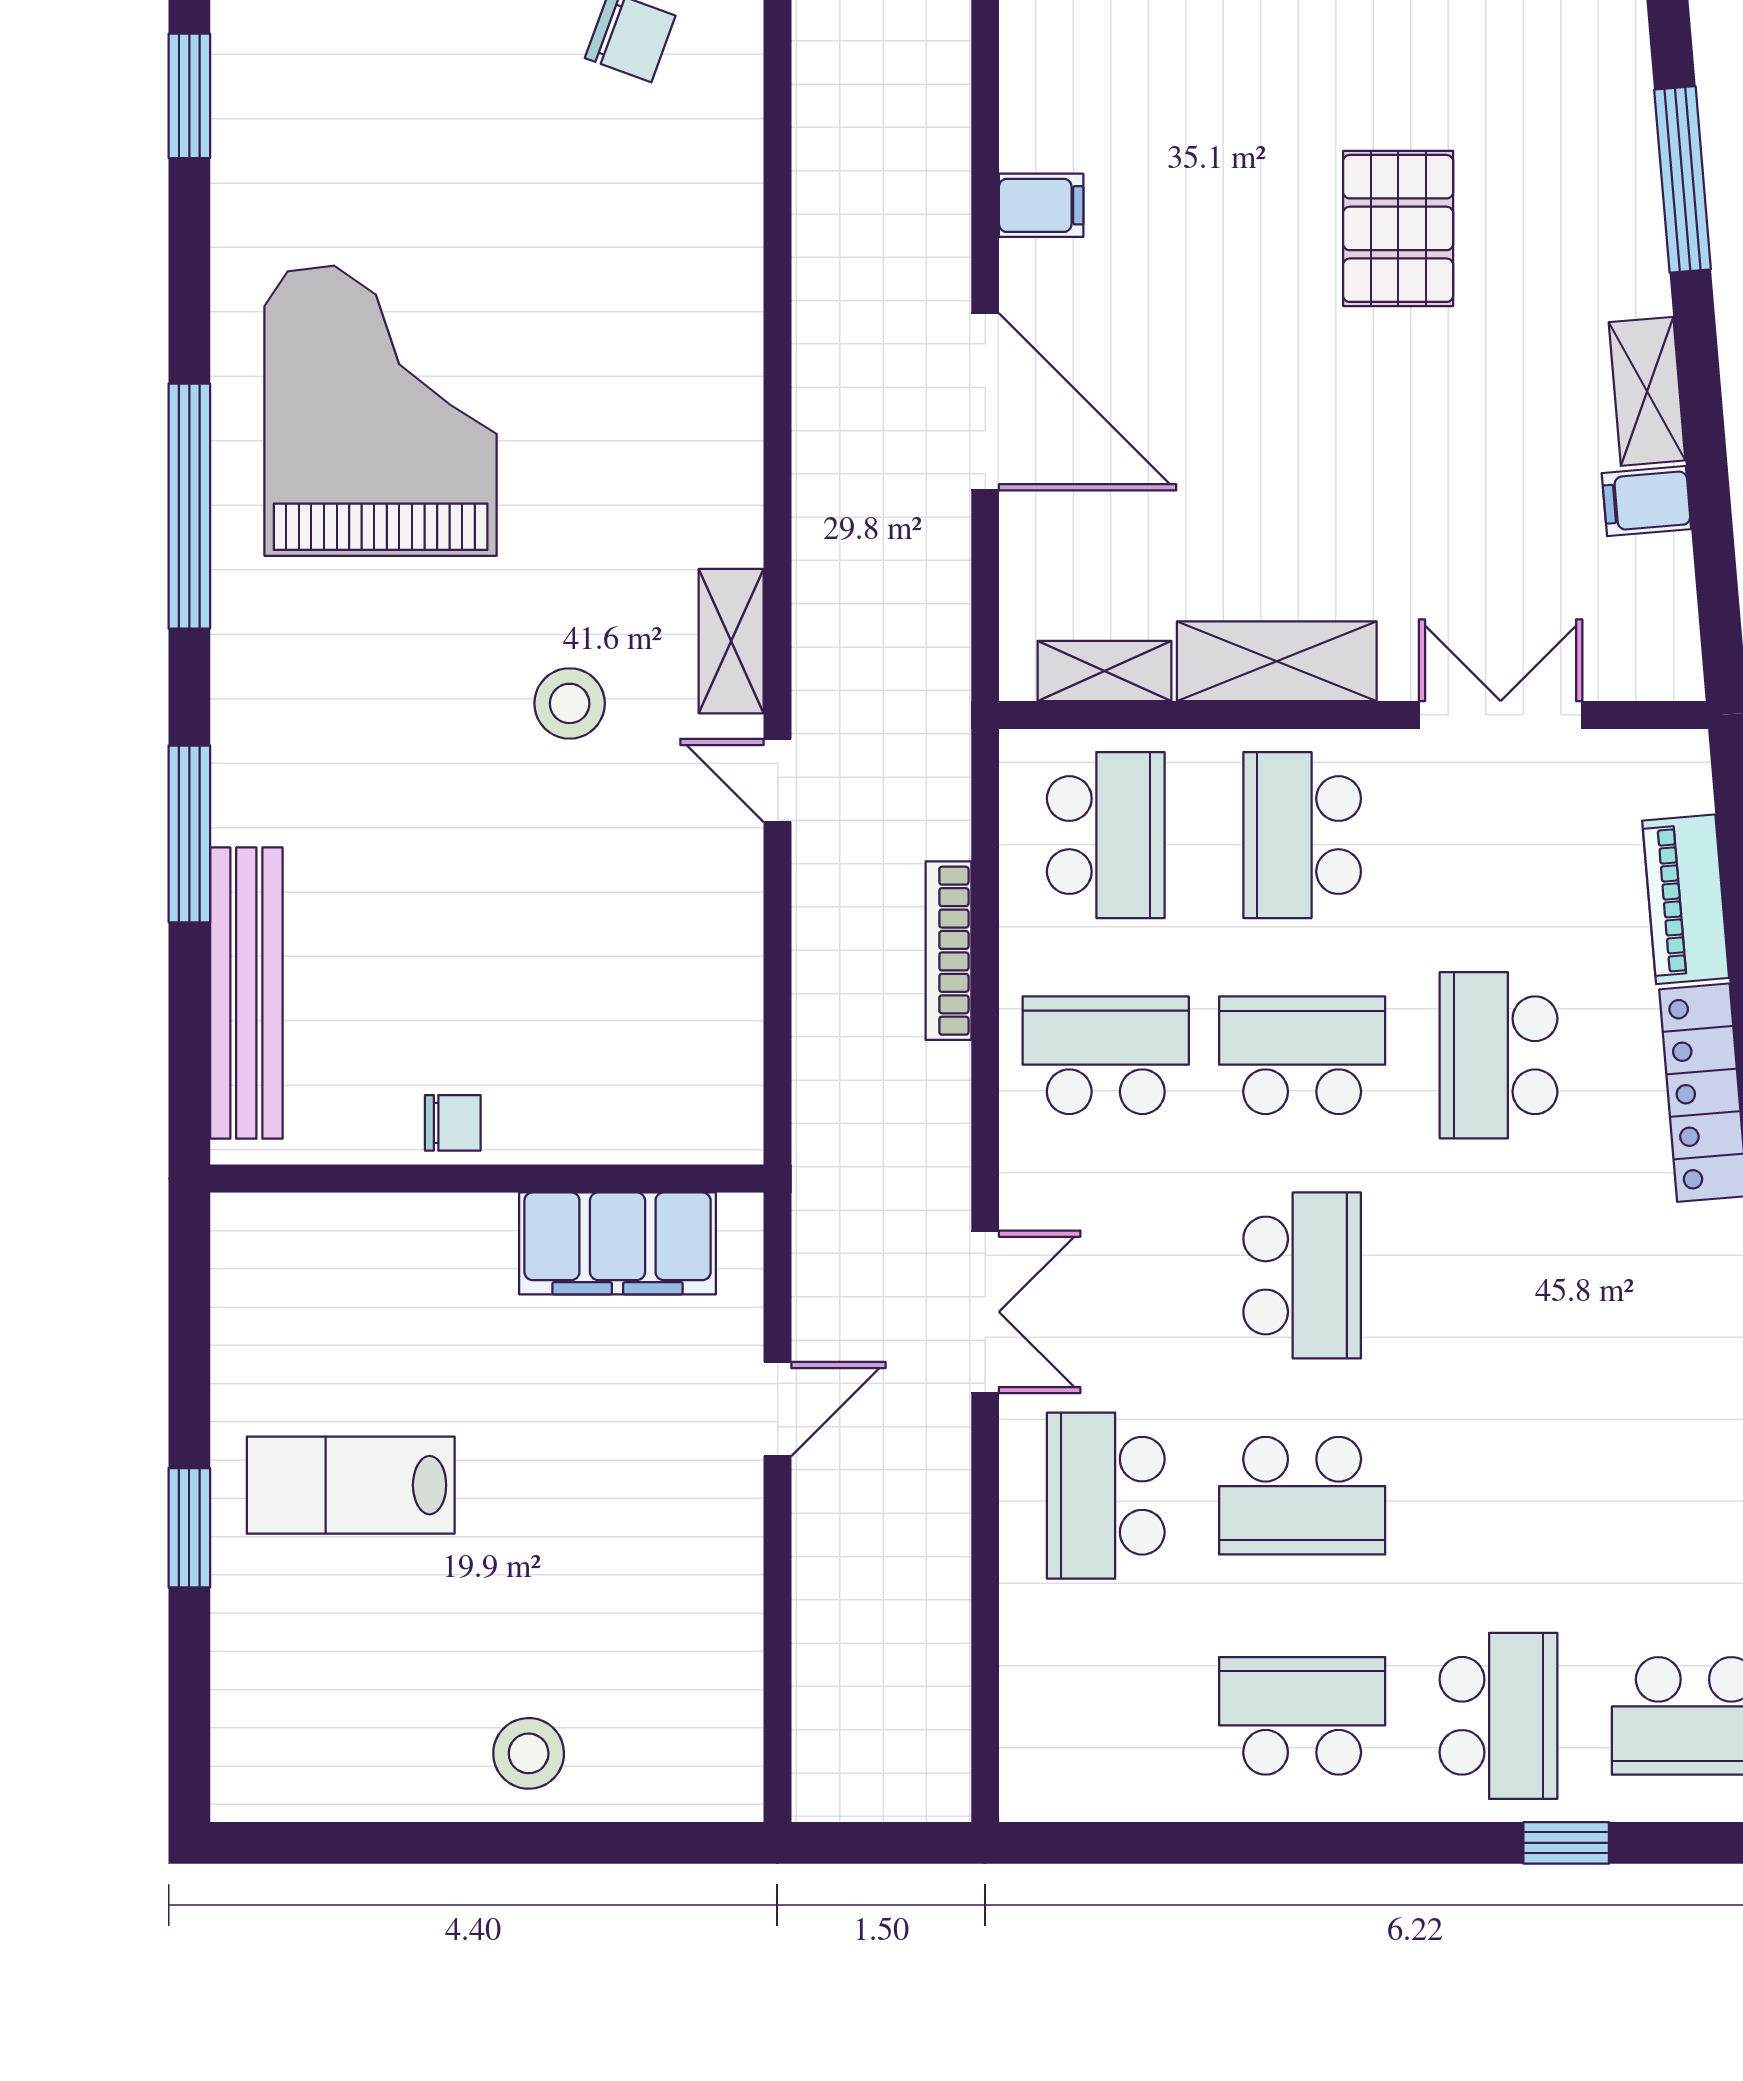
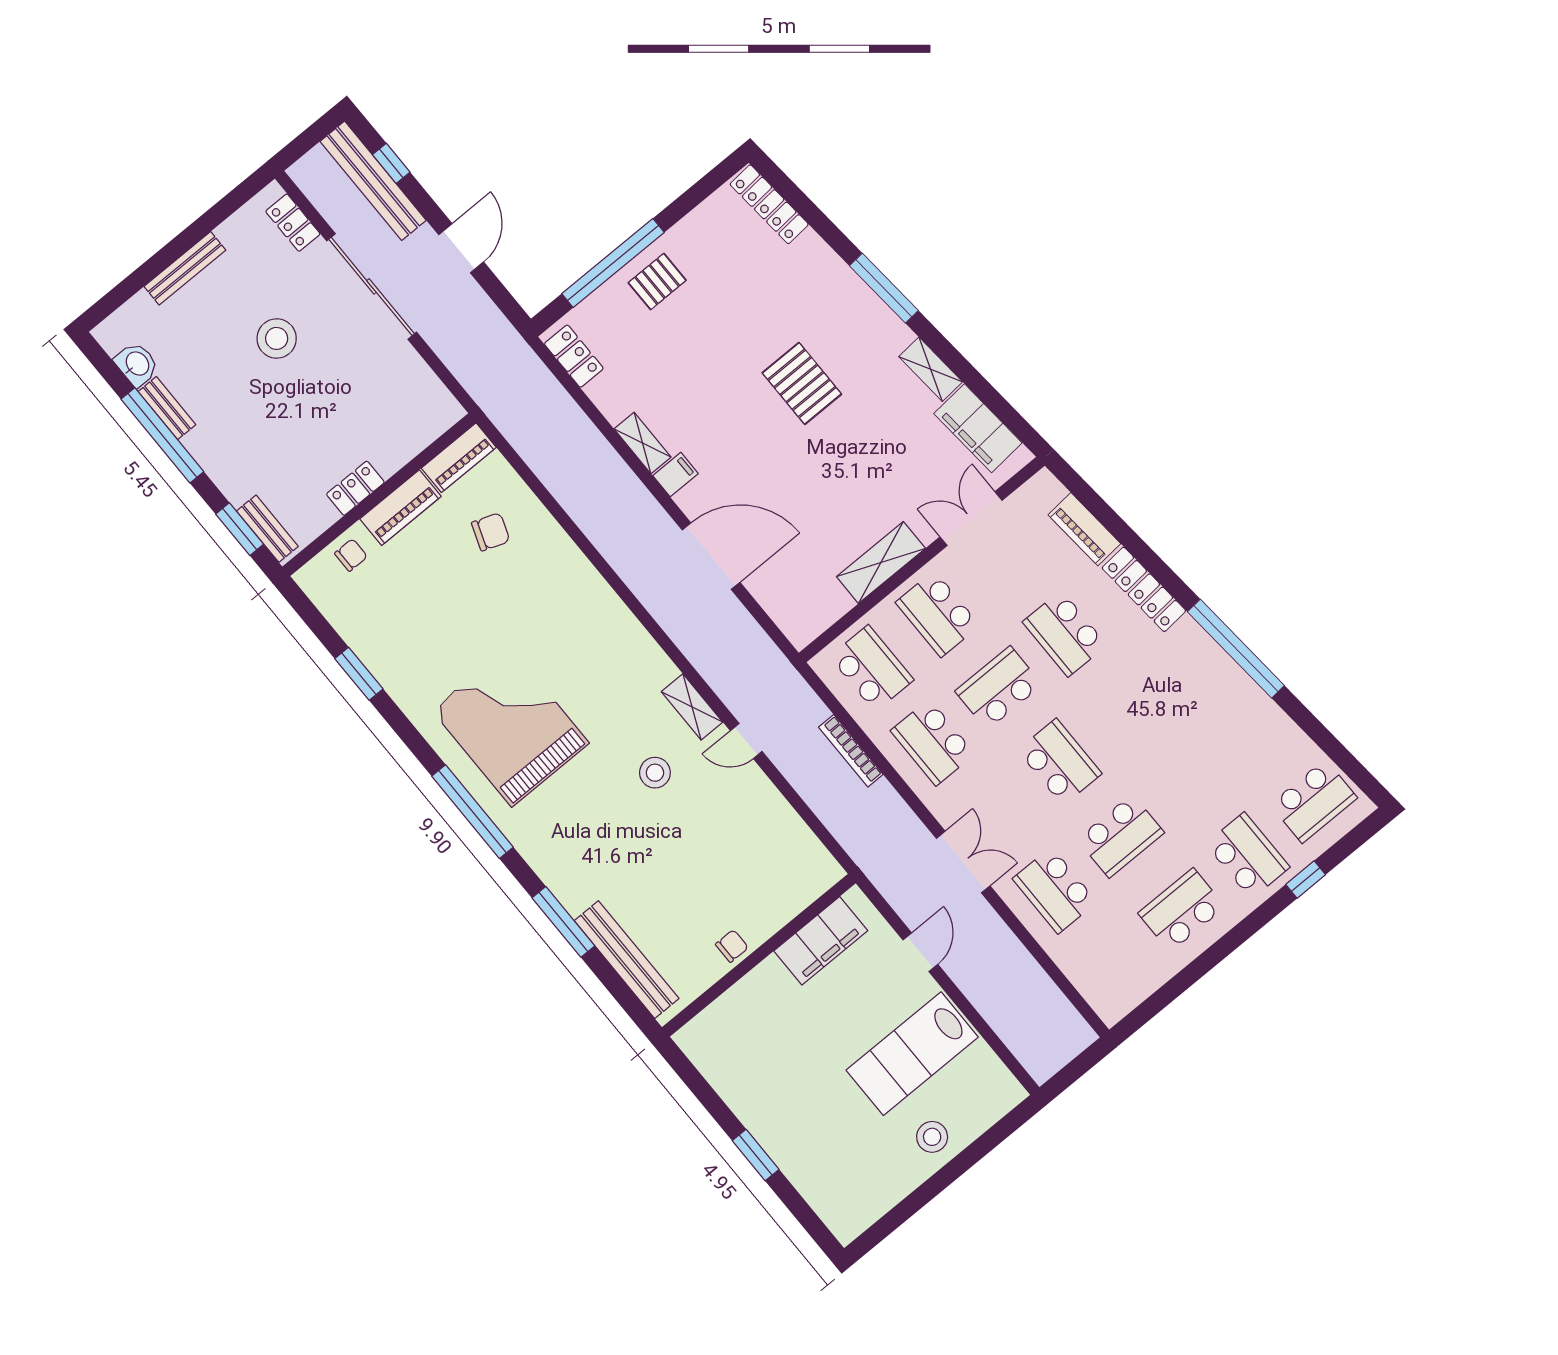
filing cabinet: (1646, 501) -> (978, 428), width x3.00, depth x1.17
shelving: (1104, 671) -> (643, 443), moved, turned 90
school desk: (1106, 1055) -> (933, 742), turned -90
lab bench: (351, 1485) -> (912, 1054), moved, width x1.36, depth x1.39

